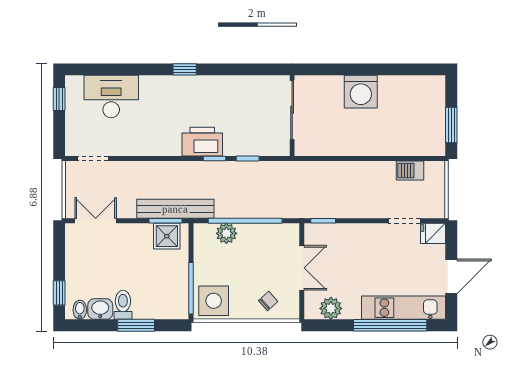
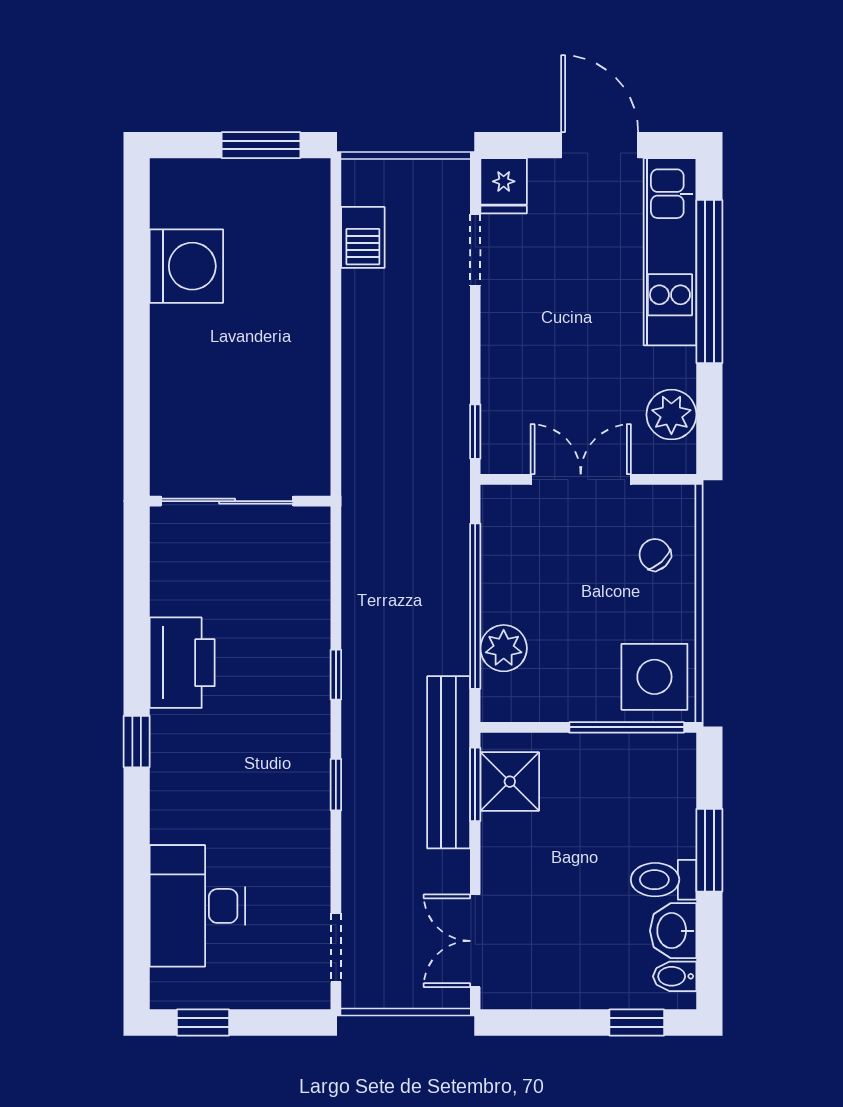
washing machine: (361, 92) -> (186, 266), moved
printer: (202, 142) -> (182, 663), moved, turned 180
window: (248, 158) -> (336, 785), moved

